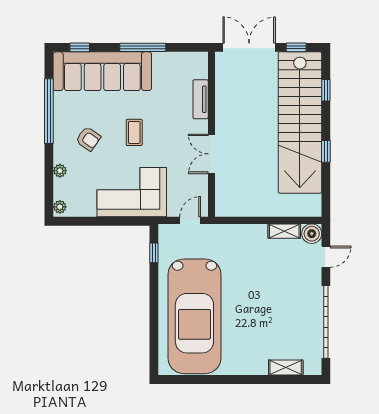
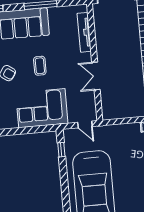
tv unit: (201, 99) -> (84, 32), width x1.41
door: (190, 220) -> (85, 124), swing flipped

